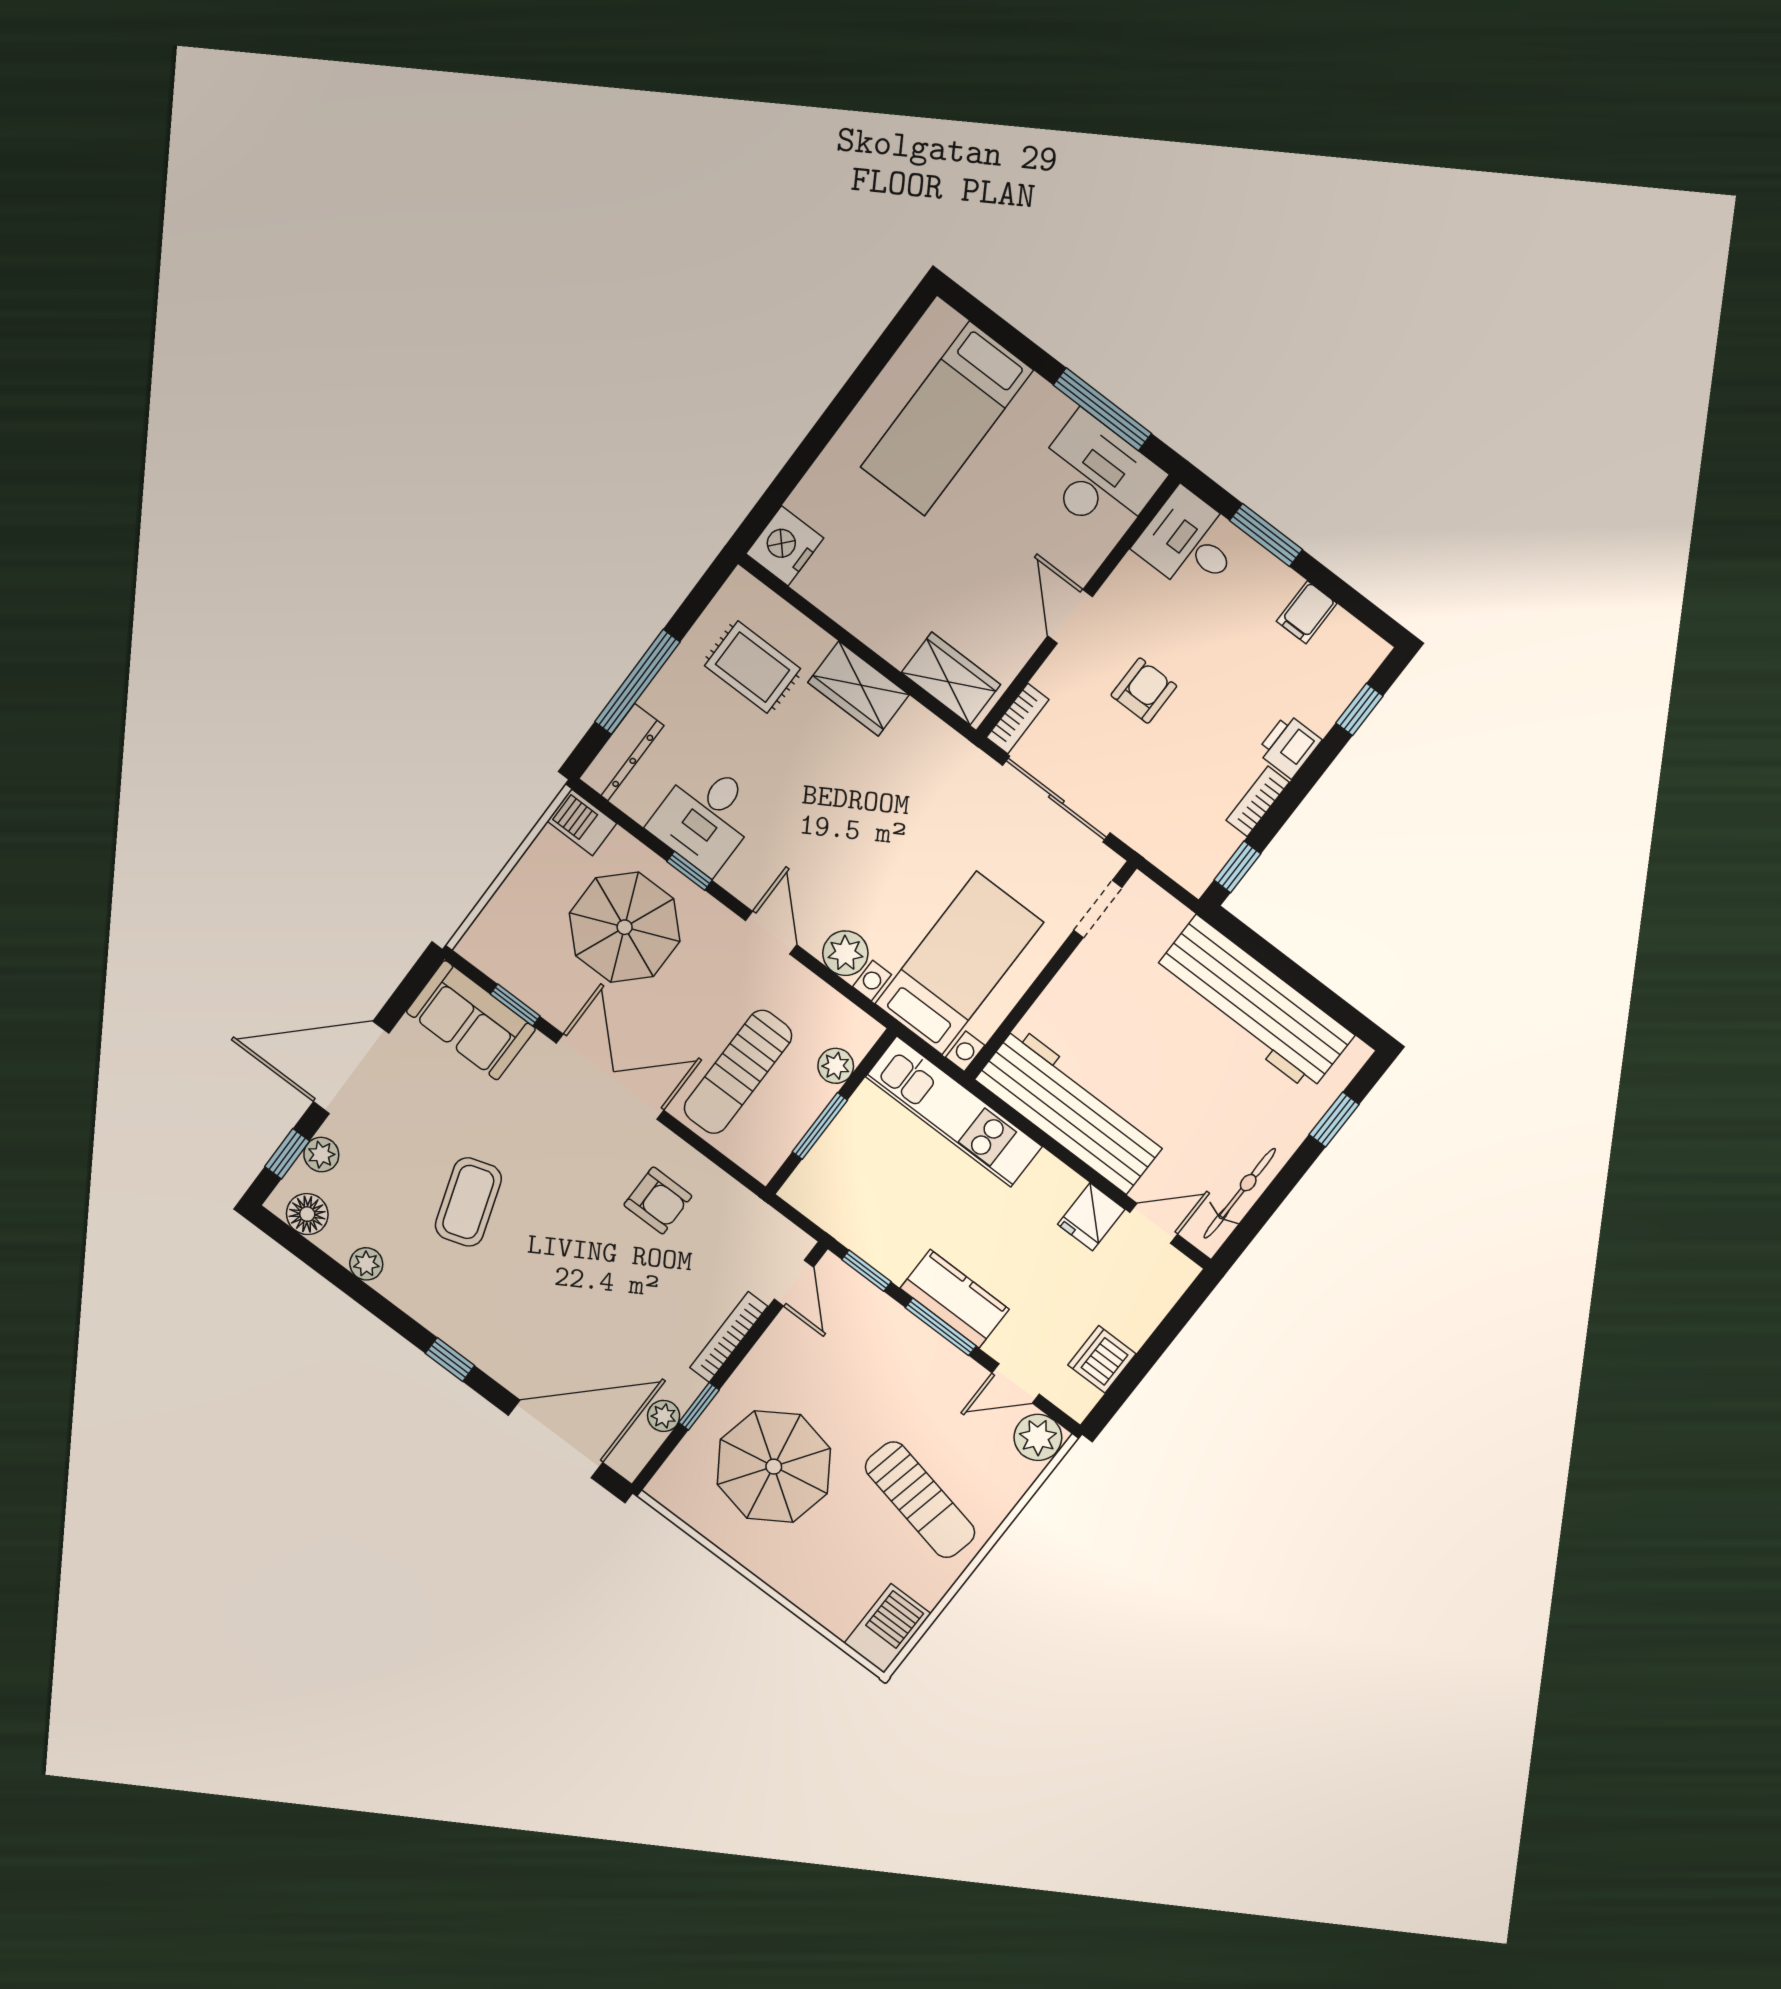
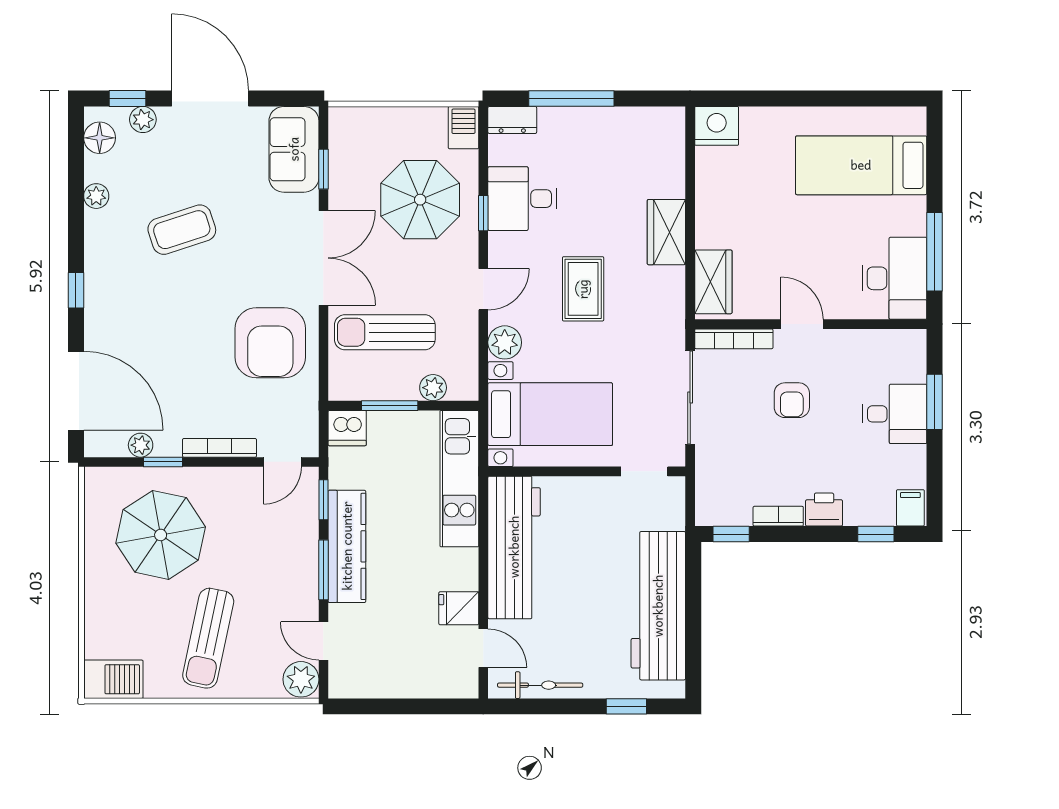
desk: (1190, 542) -> (895, 414), moved, turned 90
filing cabinet: (1307, 612) -> (910, 508), moved, turned 90
door: (1070, 616) -> (802, 324), hinge flipped
rug: (753, 667) -> (583, 289), moved
armchair: (1144, 691) -> (792, 400), turned 90
bookcase: (1018, 718) -> (734, 339), width x1.56
dresser: (621, 752) -> (512, 120), width x0.70
armchair: (658, 1200) -> (270, 343), width x1.88, depth x1.88
kitchen counter: (955, 1299) -> (347, 546), width x1.50
dishwasher: (1102, 1359) -> (347, 428), moved, turned 180

